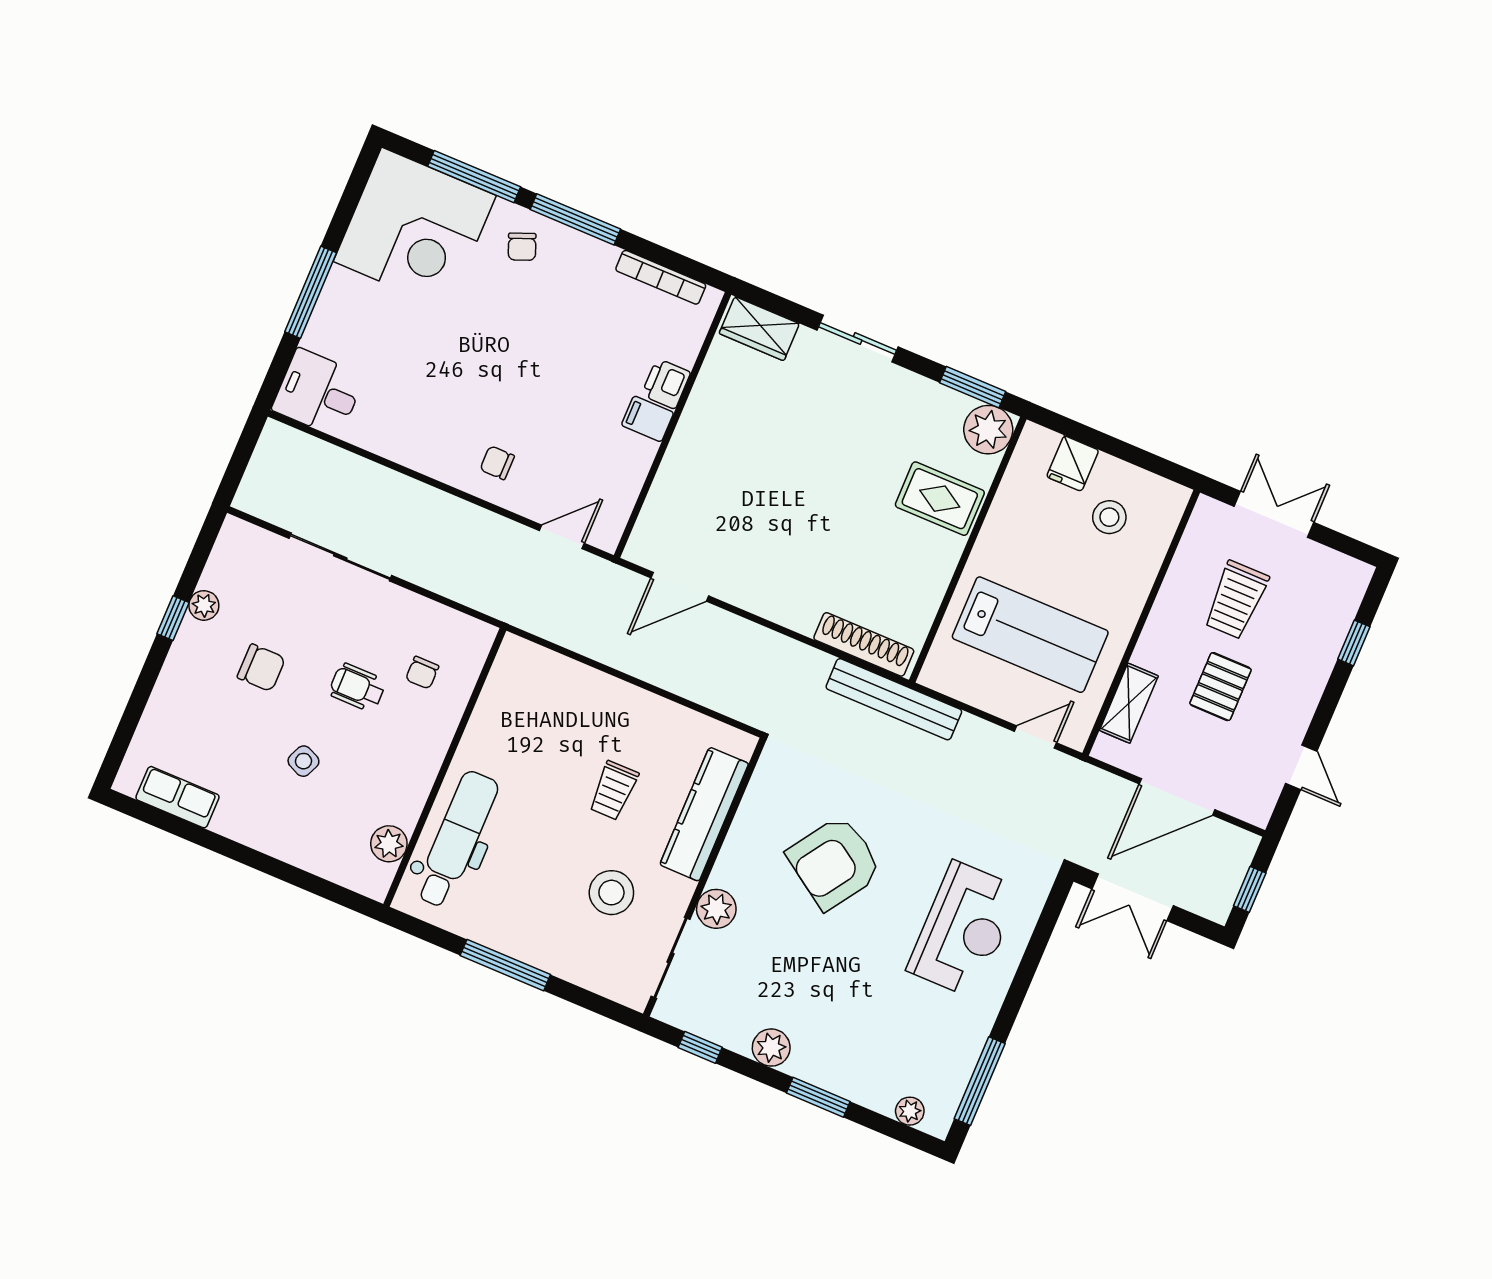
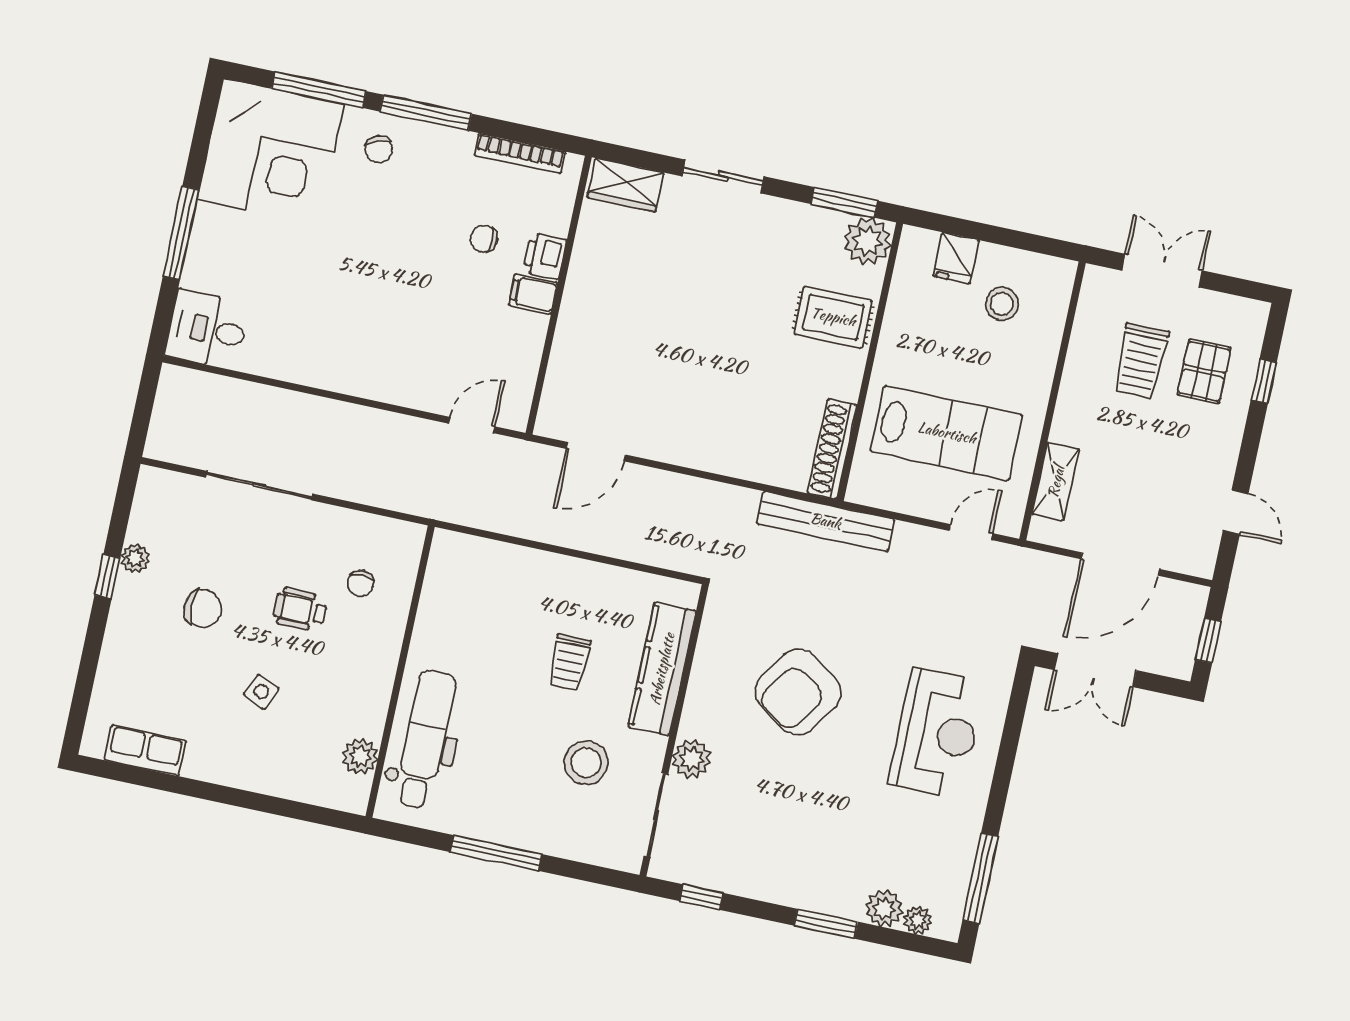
chair: (497, 463) -> (484, 239), moved
shoe rack: (864, 644) -> (832, 449), moved, turned -90
pallet: (1220, 687) -> (1204, 371), moved
plant: (771, 1048) -> (884, 908), moved

